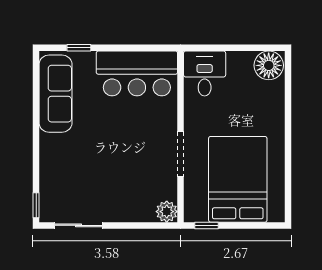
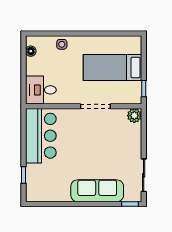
floor lamp: (269, 65) -> (31, 51), width x0.53, depth x0.53
sofa: (56, 94) -> (97, 191), moved
side table: (272, 104) -> (62, 44), added
bed: (238, 179) -> (112, 67), width x0.67

